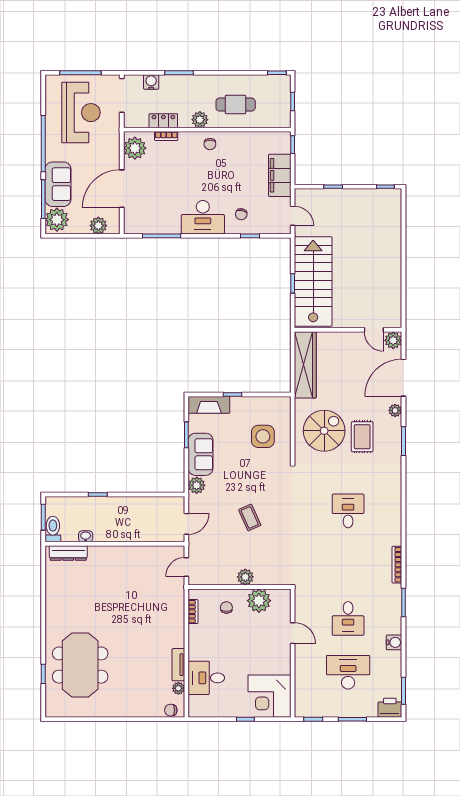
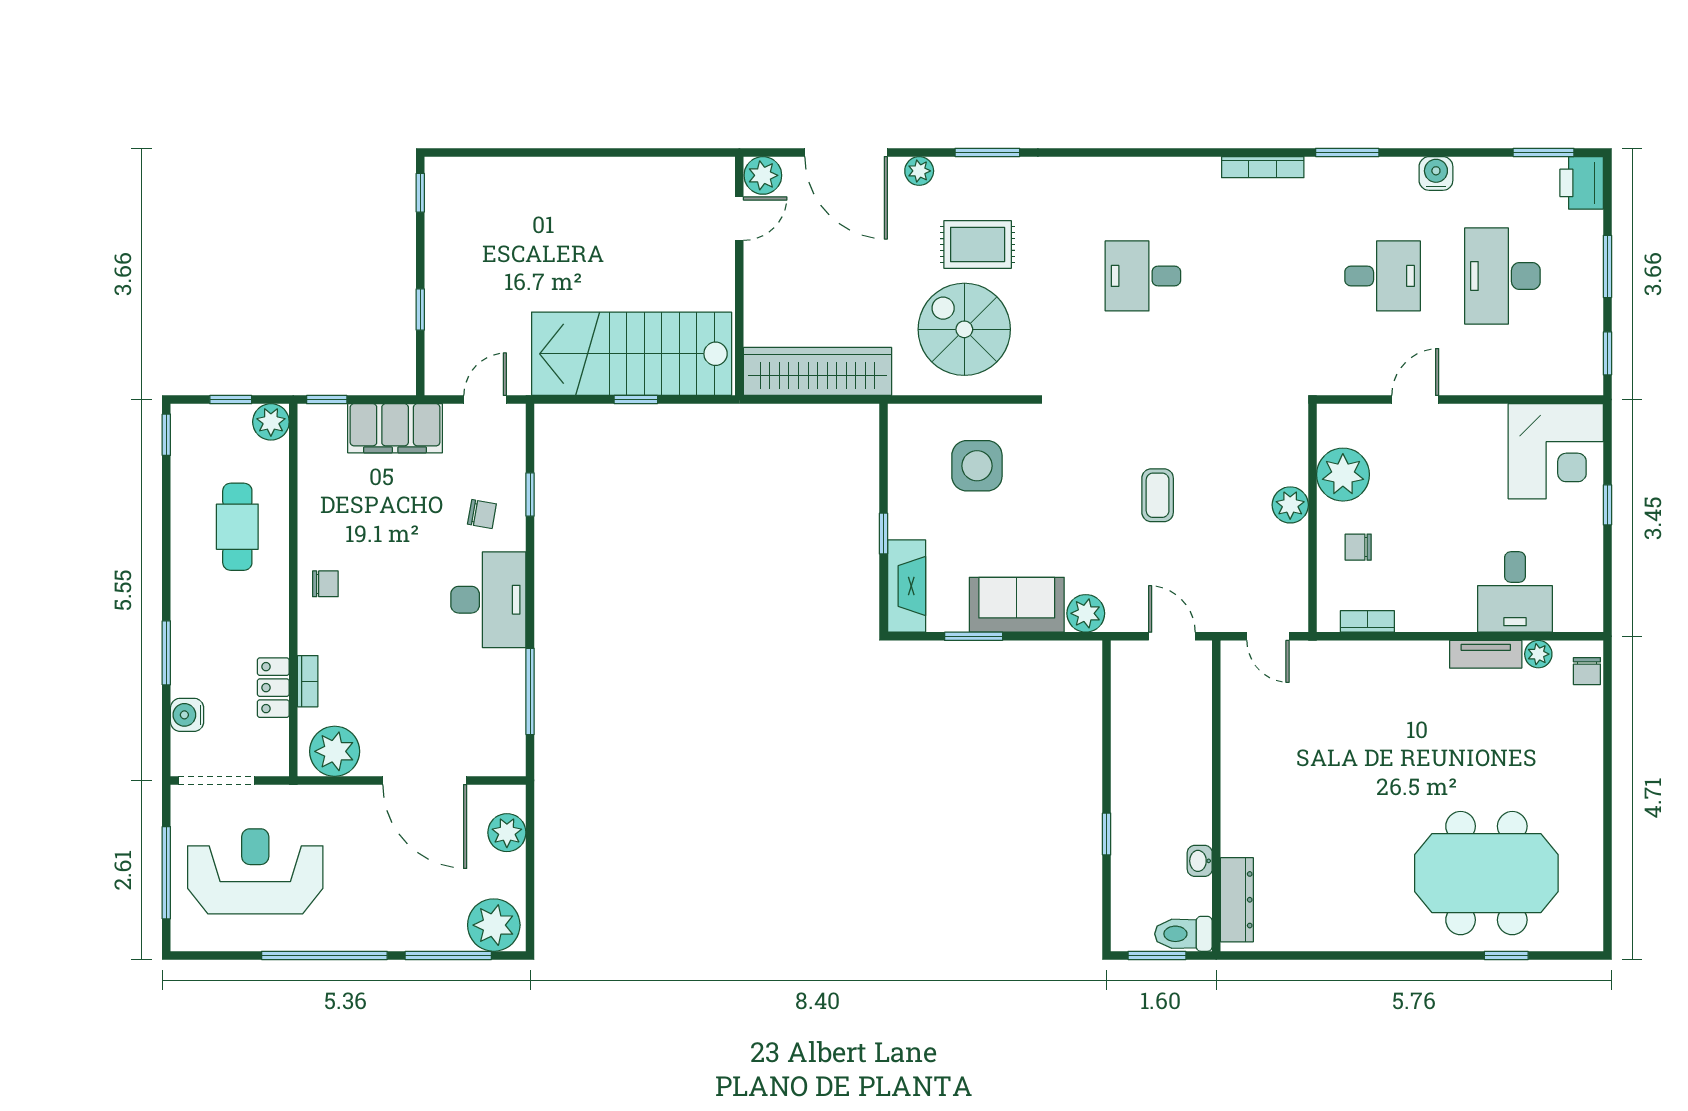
plant: (200, 120) -> (271, 422), moved
sofa: (58, 184) -> (415, 922), removed
coffee table: (250, 517) -> (1158, 495), turned -66

